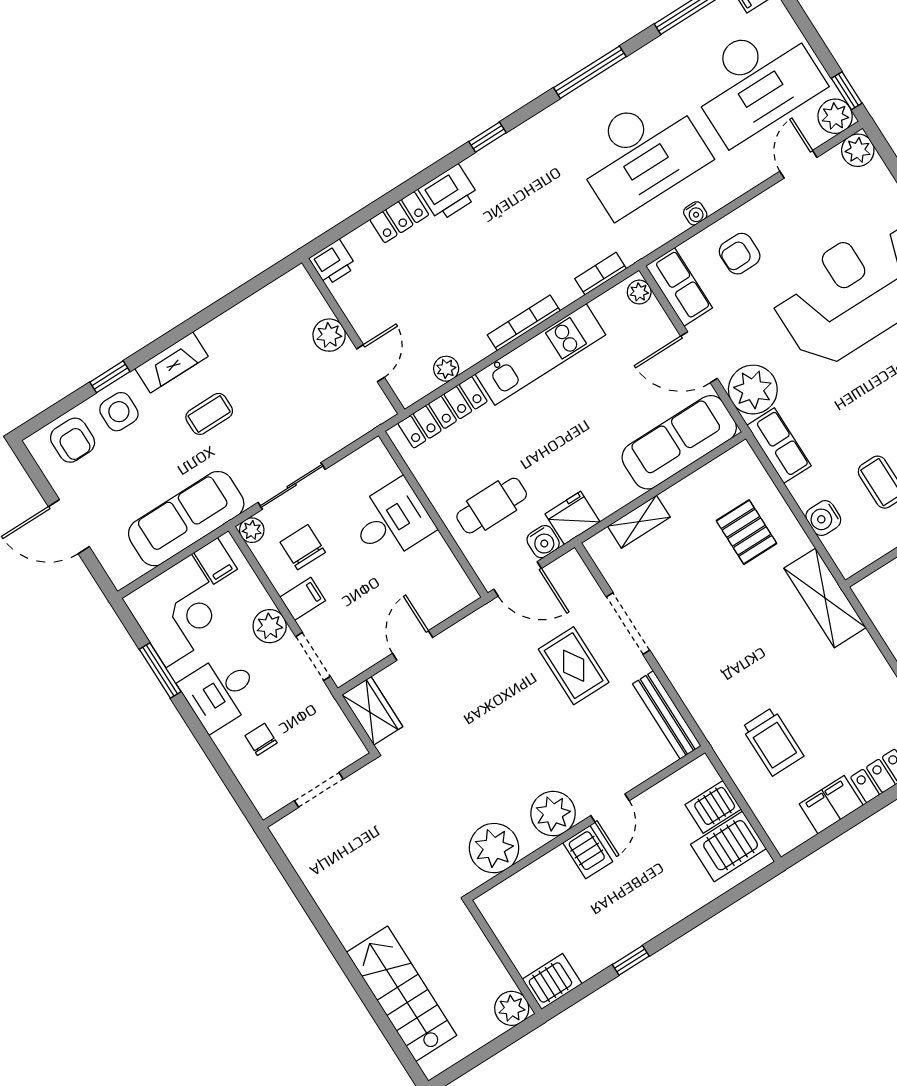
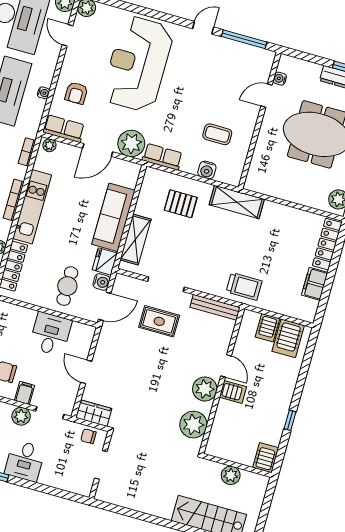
sofa: (679, 442) -> (113, 217), moved
desk: (391, 521) -> (50, 334), moved
shelving: (639, 522) -> (135, 240), width x1.50, depth x1.33
chair: (261, 739) -> (88, 436), moved
trolley: (773, 742) -> (244, 286), moved
plant: (512, 1008) -> (231, 475), moved

